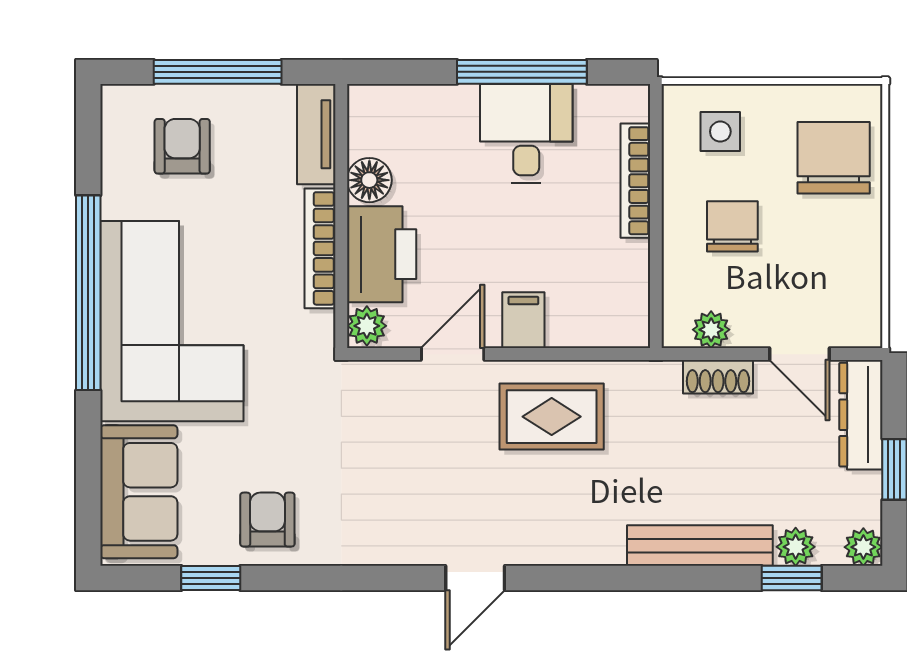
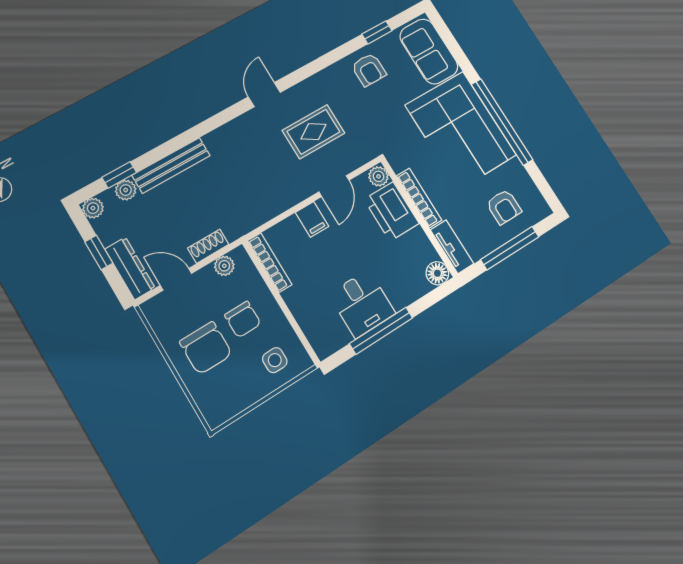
chair: (834, 158) -> (206, 348), moved
floor lamp: (369, 180) -> (437, 273), moved
bookcase: (635, 181) -> (270, 263), moved
rug: (552, 417) -> (313, 132), moved

